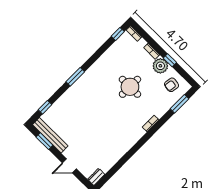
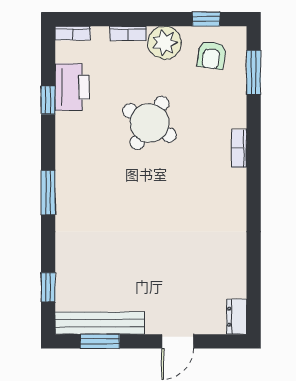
window: (118, 34) -> (48, 100), moved
printer: (116, 51) -> (72, 87), added
window: (170, 60) -> (206, 19), moved
round table: (130, 87) -> (149, 123), turned 32

